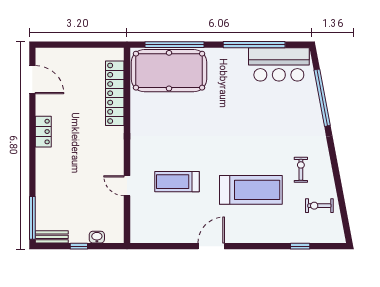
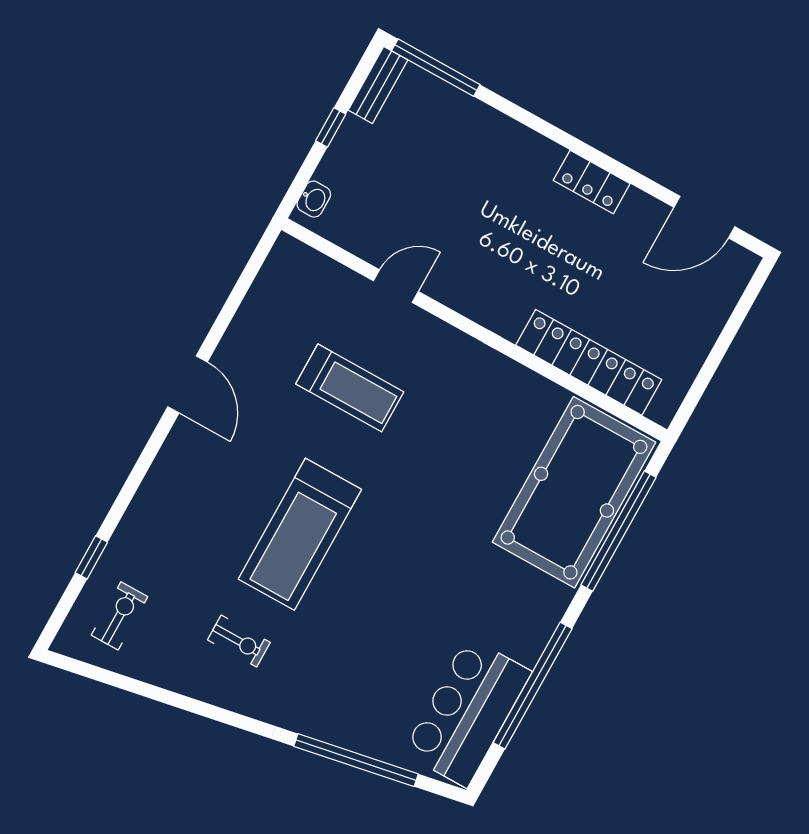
treadmill: (177, 182) -> (350, 388), turned 90
treadmill: (251, 190) -> (300, 534), moved
exercise bike: (319, 206) -> (120, 616), moved
washbasin: (97, 237) -> (314, 199), moved

